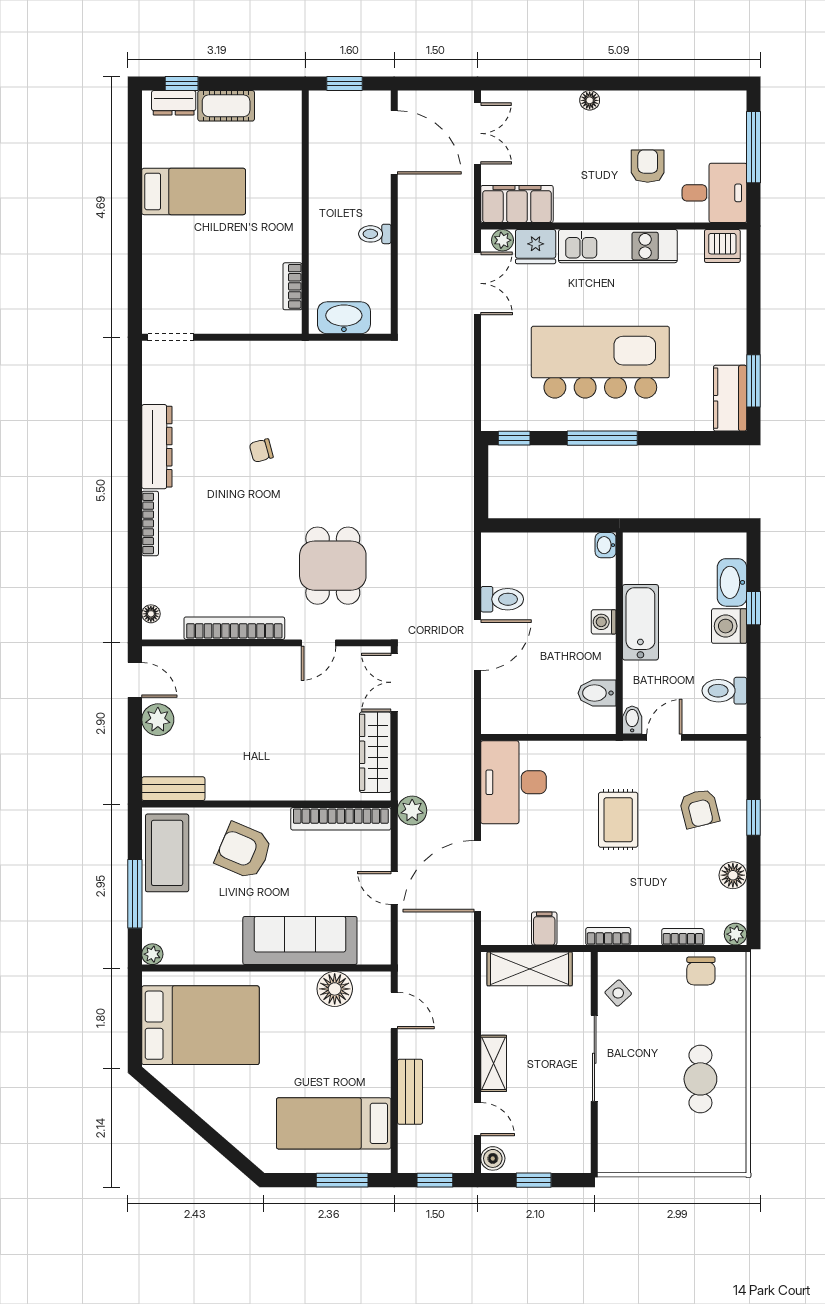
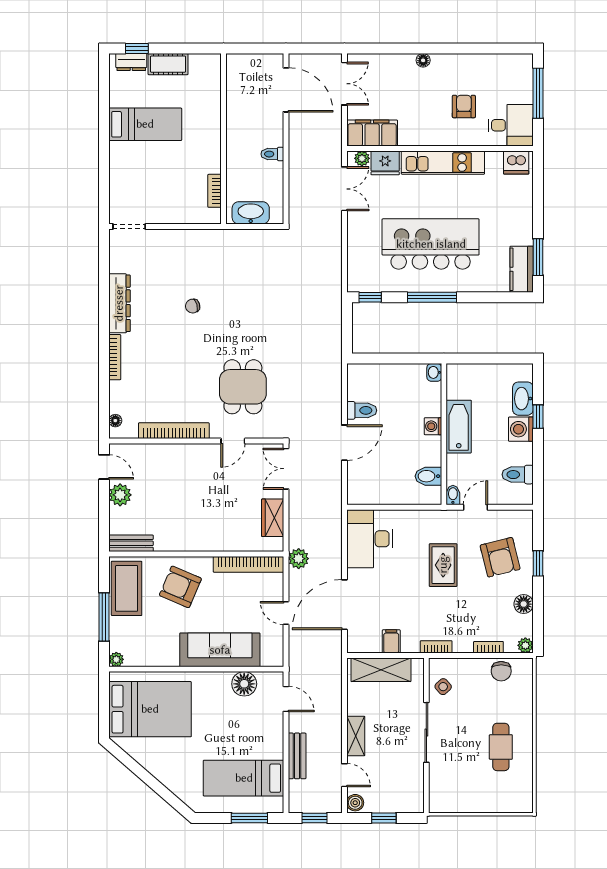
window: (345, 83) -> (251, 49), removed
wardrobe: (375, 752) -> (273, 518), width x0.67
armchair: (699, 809) -> (500, 557), width x1.38, depth x1.38

